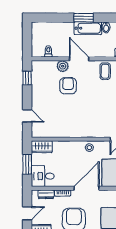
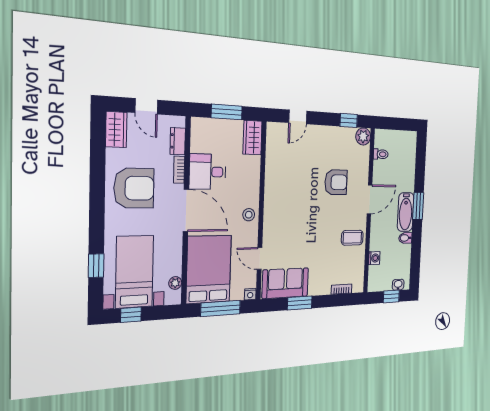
plant: (63, 66) -> (363, 136), moved
desk: (43, 176) -> (208, 172), moved, turned -90

